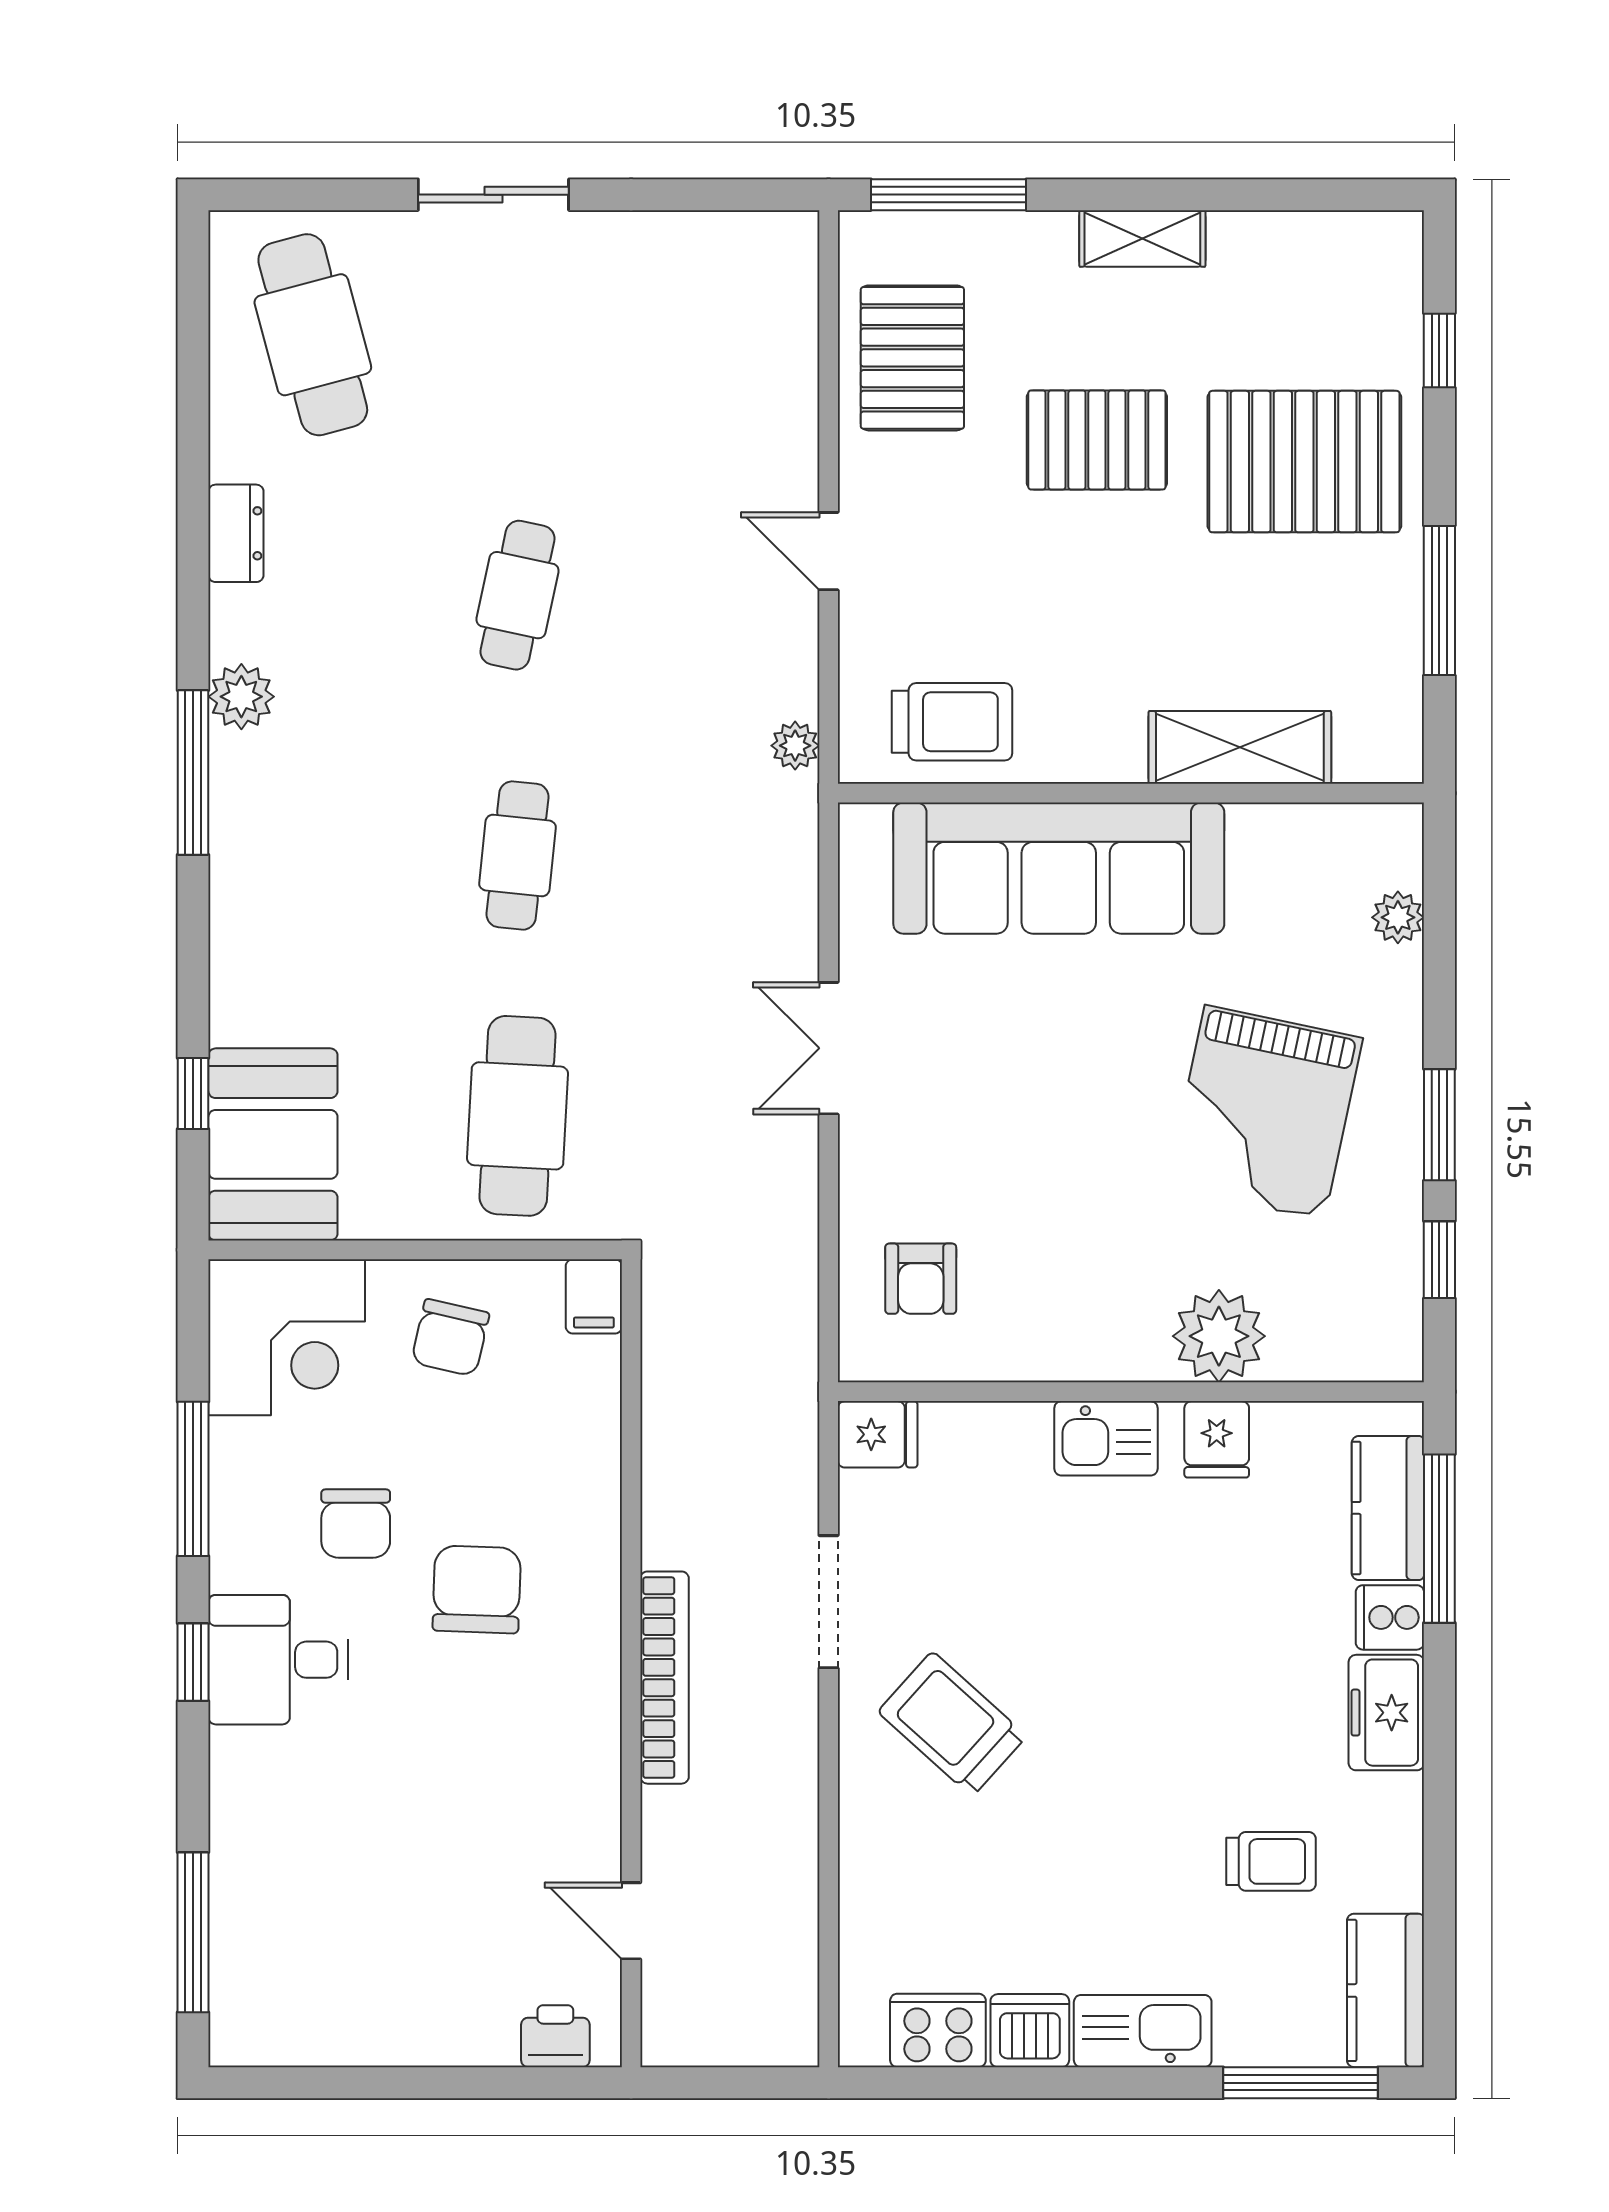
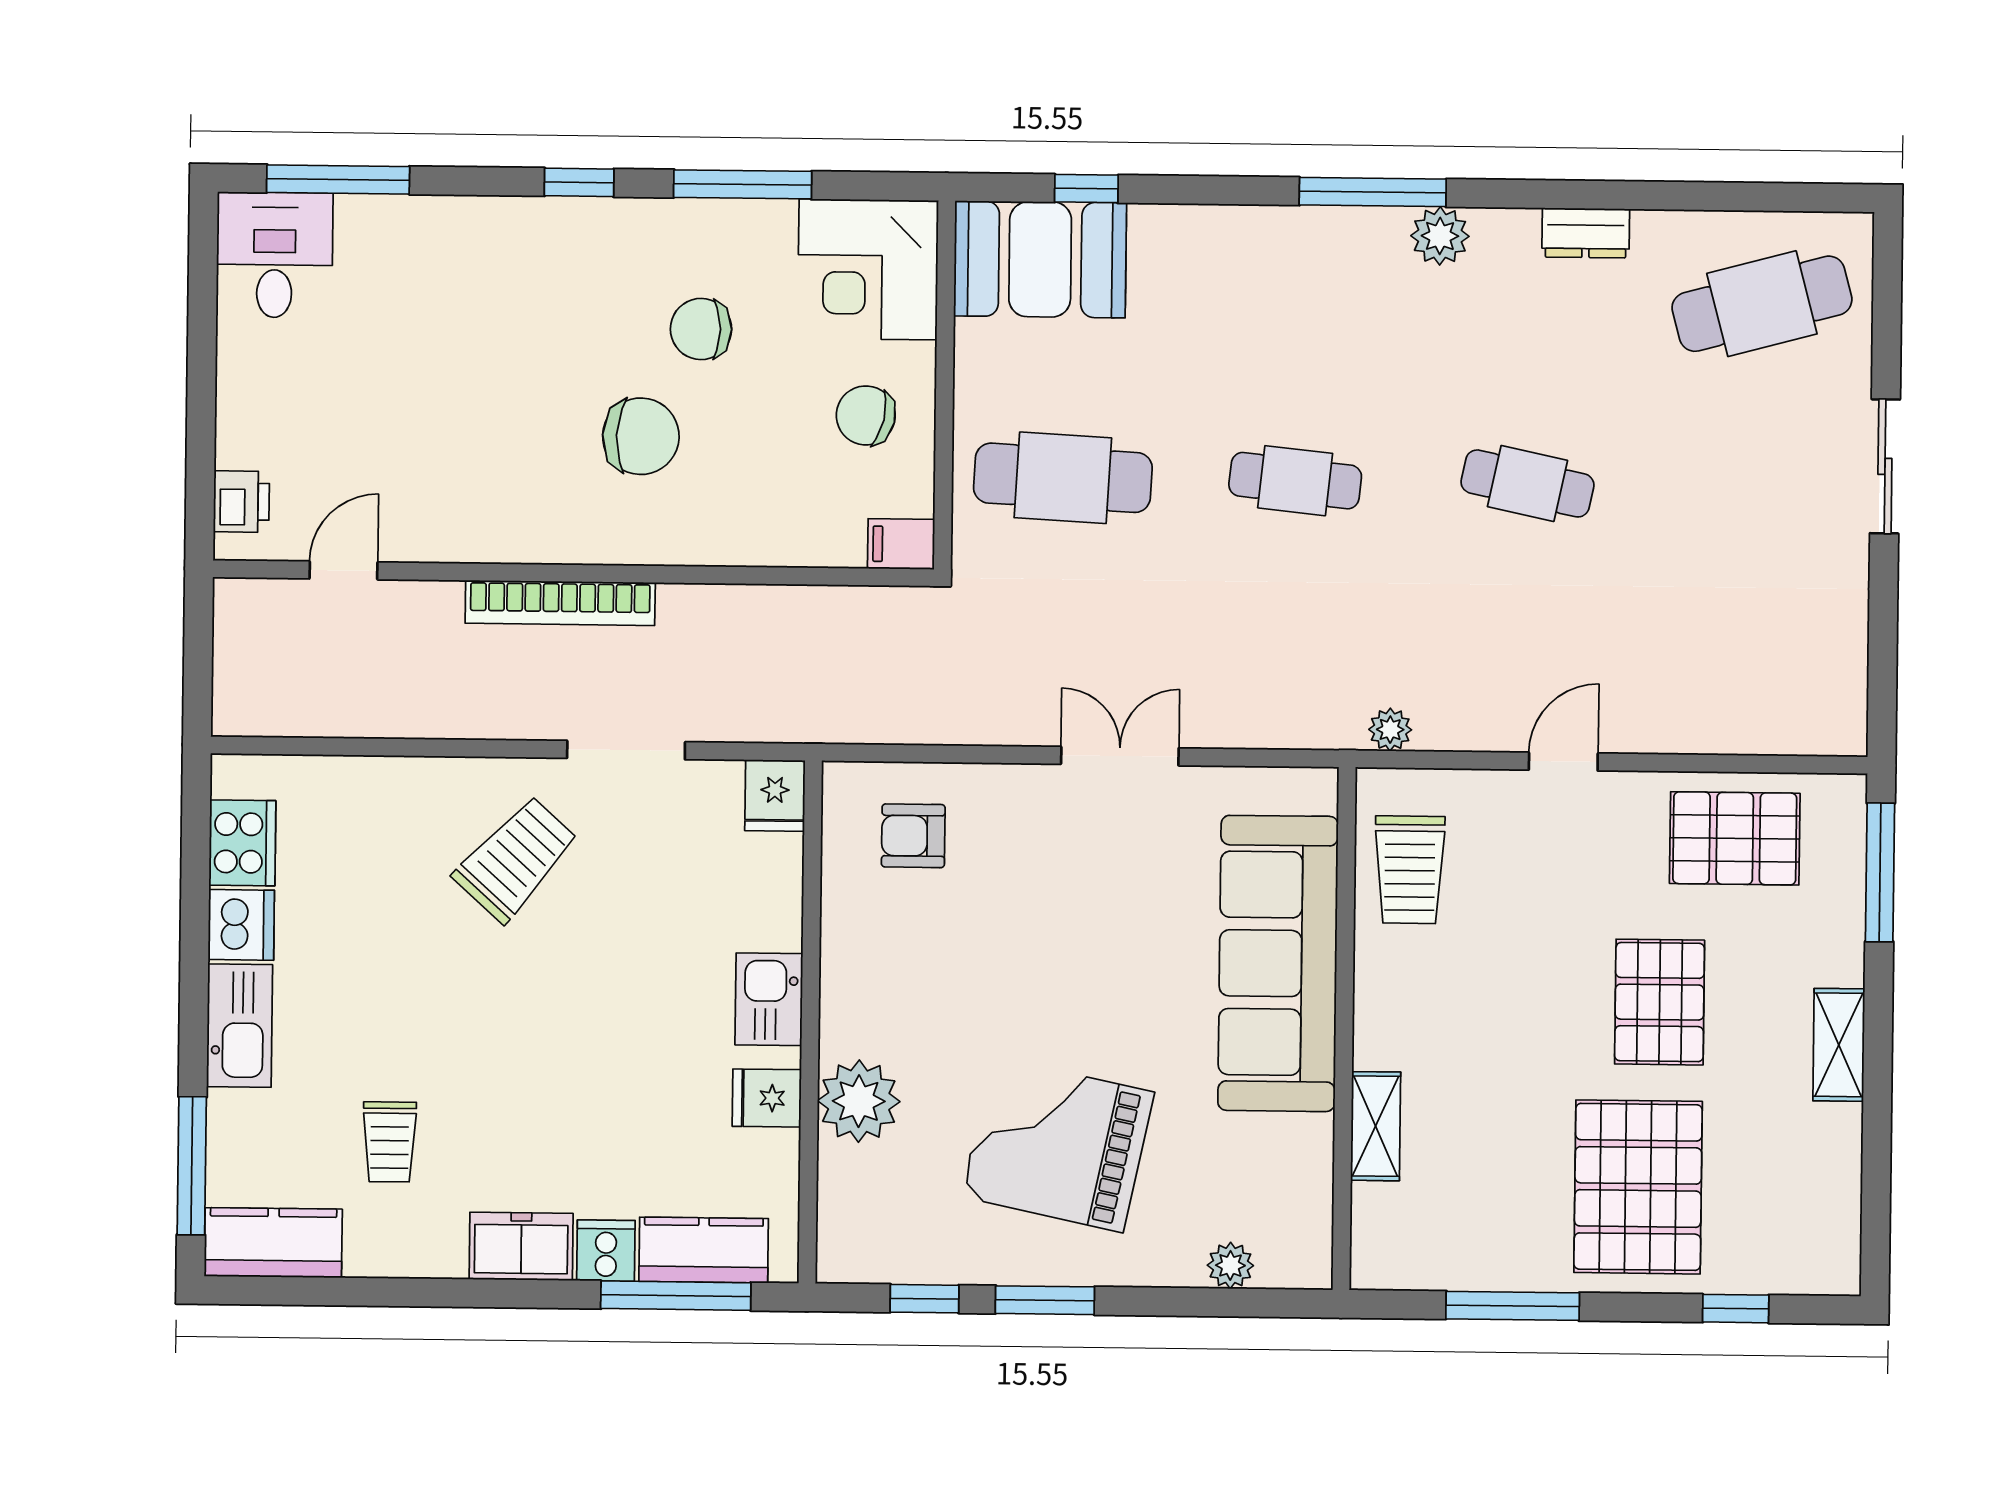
shelving: (1240, 747) -> (1376, 1126), width x0.67, depth x0.75
desk: (278, 1660) -> (275, 255), moved

